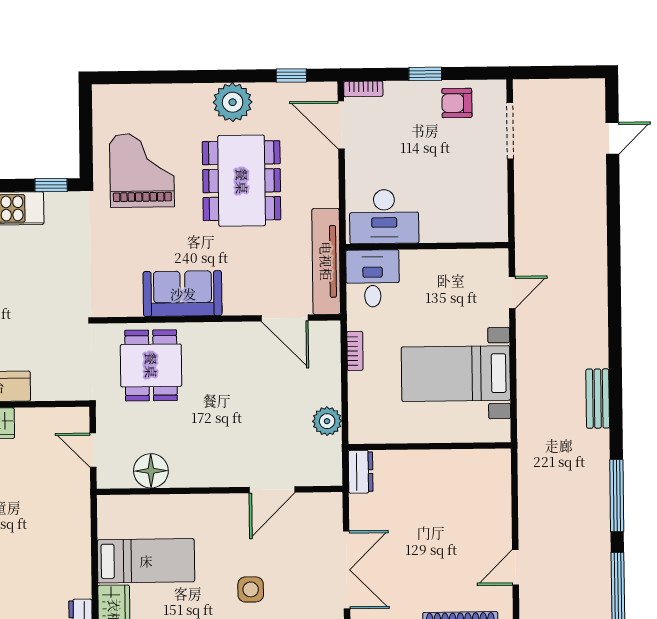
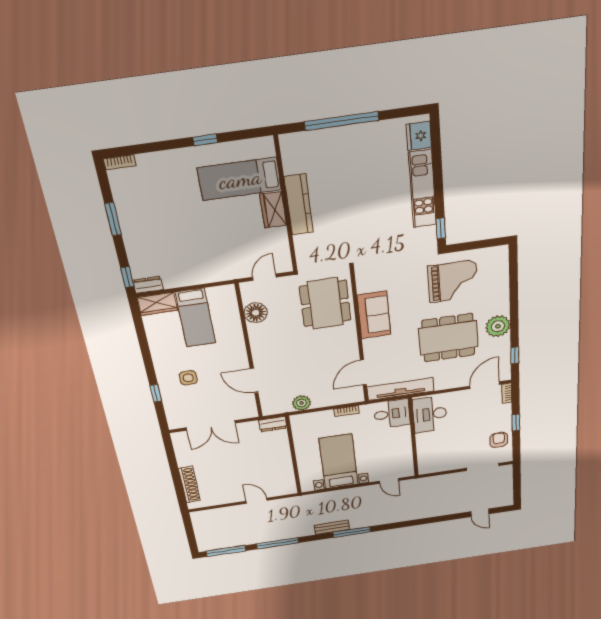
dining table: (151, 365) -> (325, 303), width x1.38
window: (615, 365) -> (352, 532), added
door: (515, 567) -> (257, 501), moved

